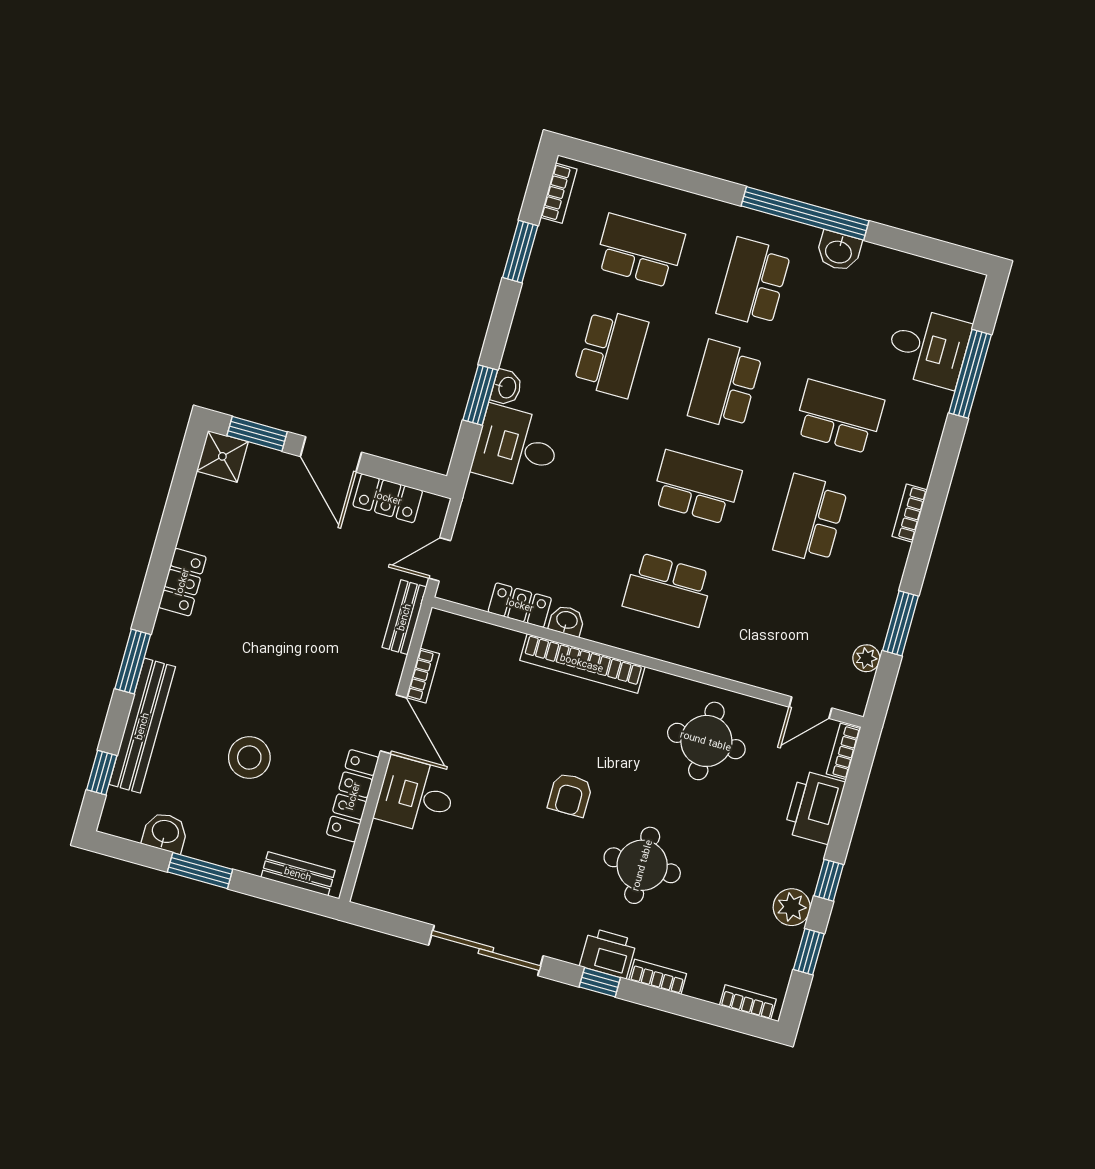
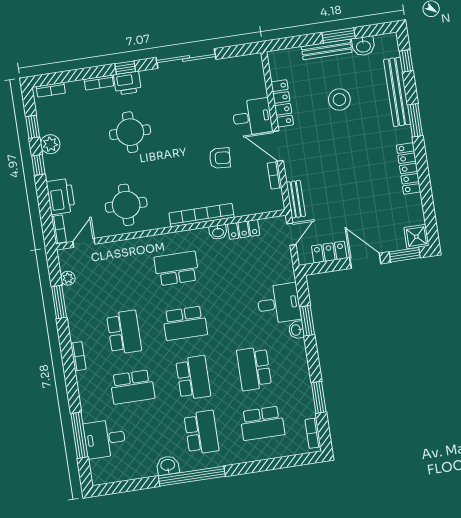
locker: (182, 582) -> (409, 168), width x1.53
armchair: (570, 795) -> (220, 158), moved, turned 94
bench: (298, 874) -> (327, 49), moved, width x1.36

